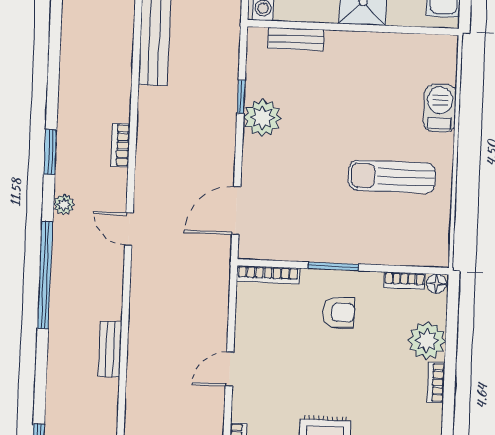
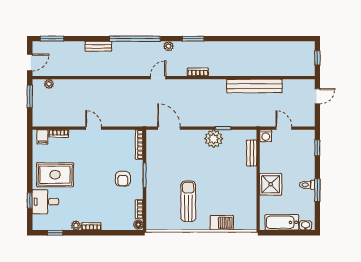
plant: (427, 341) -> (76, 225), moved, width x0.53, depth x0.53
bench: (110, 349) -> (98, 46), moved

